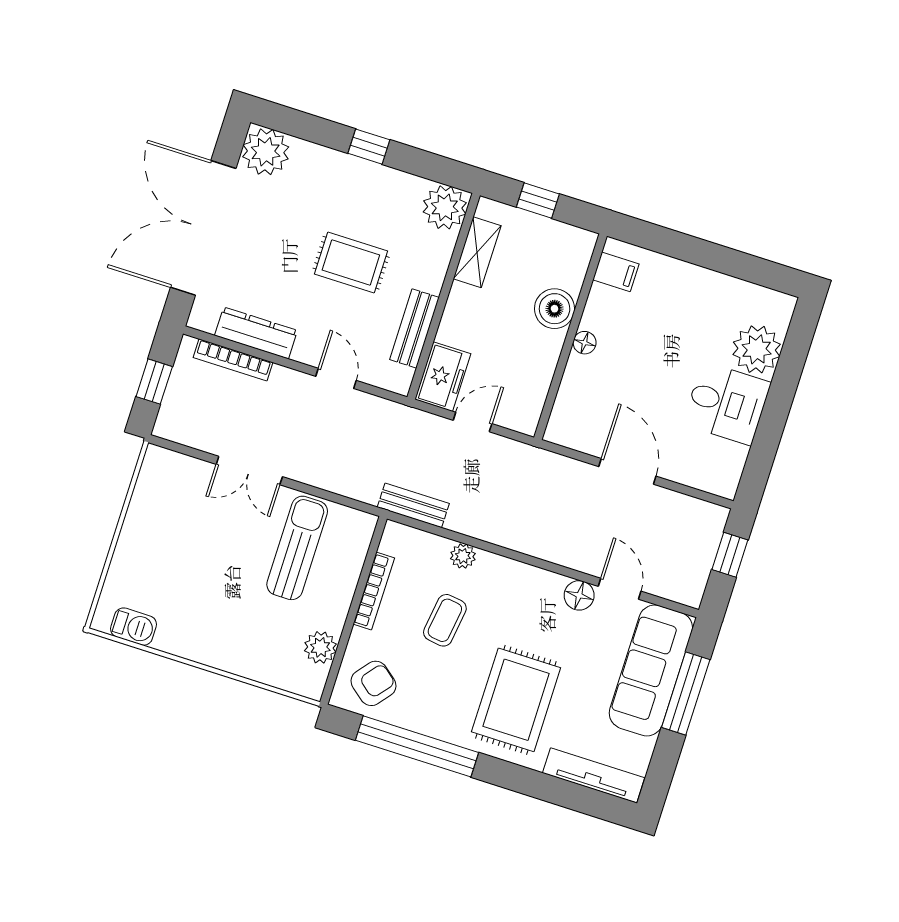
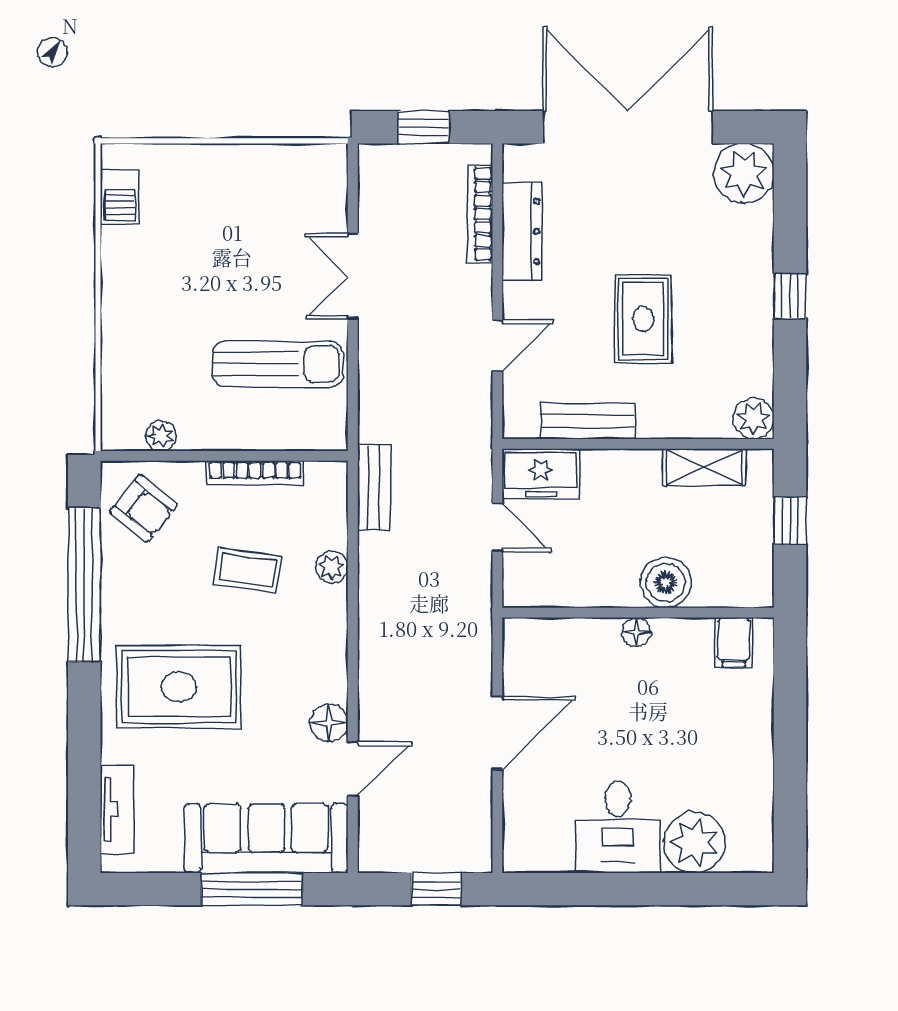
plant: (445, 207) -> (753, 418), width x0.73, depth x0.73
plant: (320, 647) -> (161, 436), width x0.73, depth x0.73
tv unit: (594, 775) -> (117, 809), width x0.71

